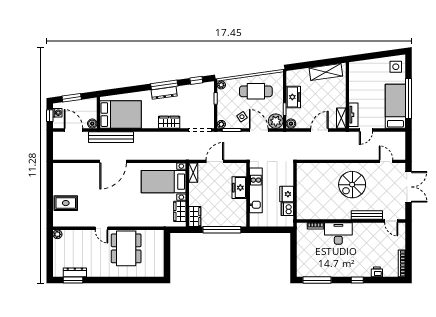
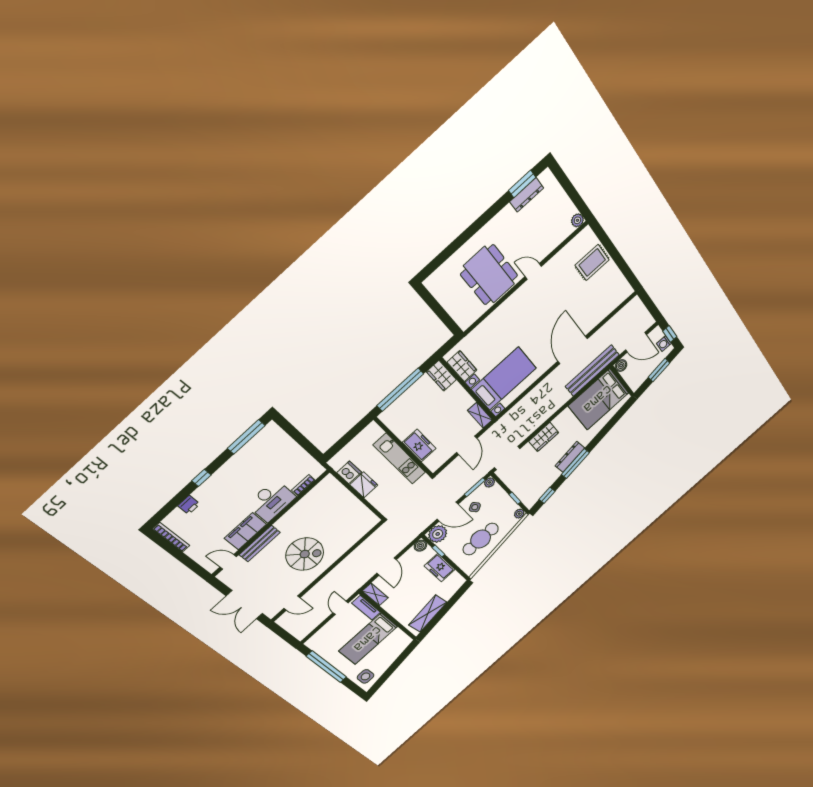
bed: (395, 106) -> (368, 639), moved, turned 90
spiral stairs: (352, 185) -> (305, 554), turned 90
filing cabinet: (366, 229) -> (245, 531), added

